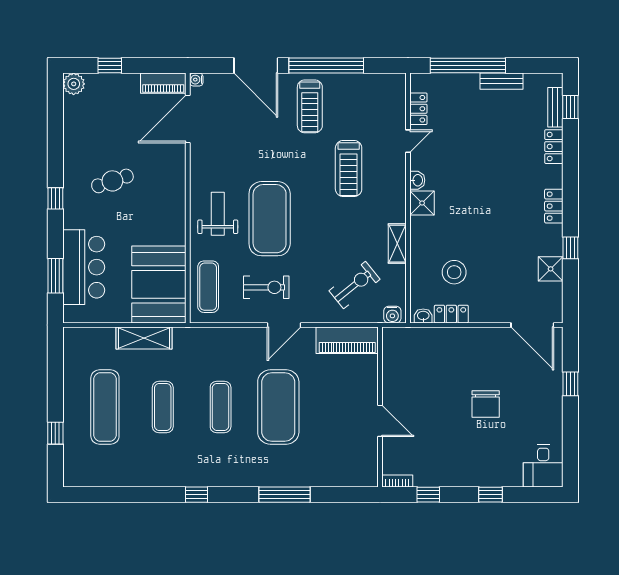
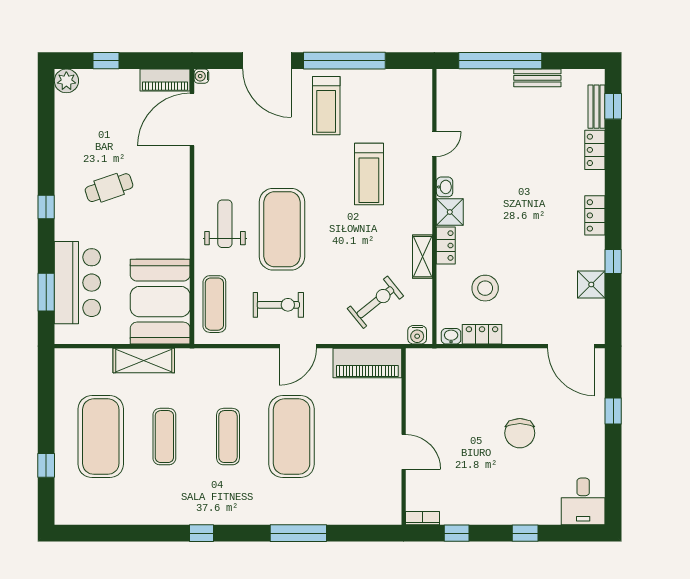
locker: (418, 109) -> (446, 246), moved
exercise mat: (105, 407) -> (101, 437), width x1.47

